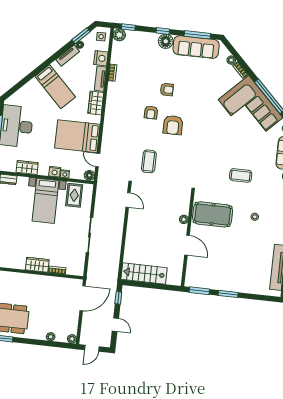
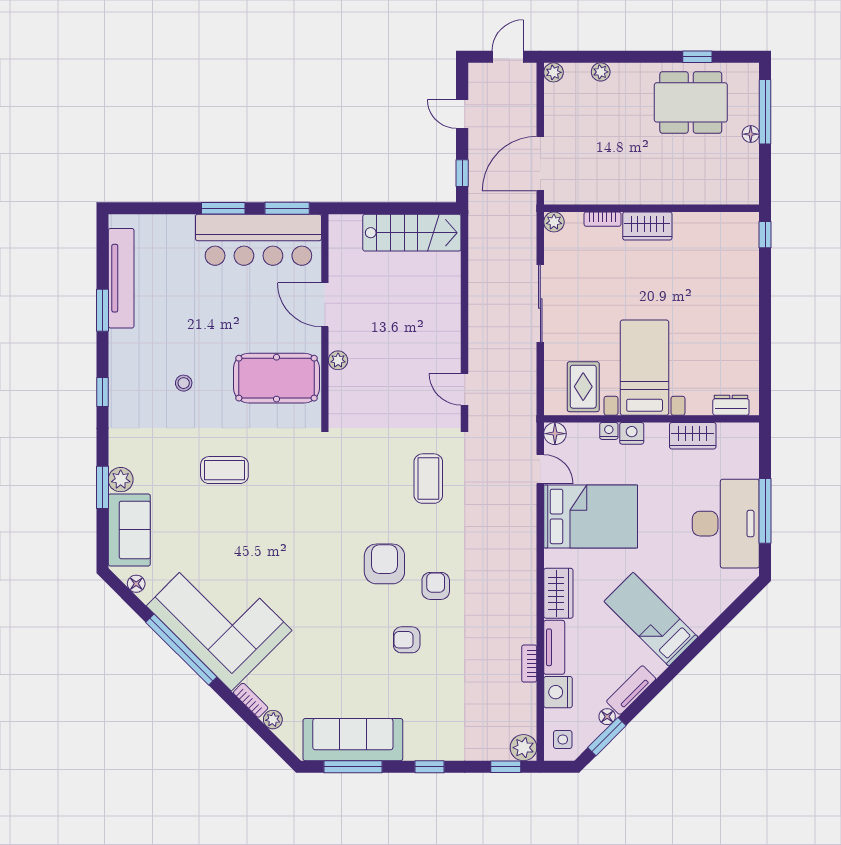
floor lamp: (166, 41) -> (421, 745), removed
plant: (79, 271) -> (554, 222), added
bar counter: (214, 278) -> (258, 240), added

